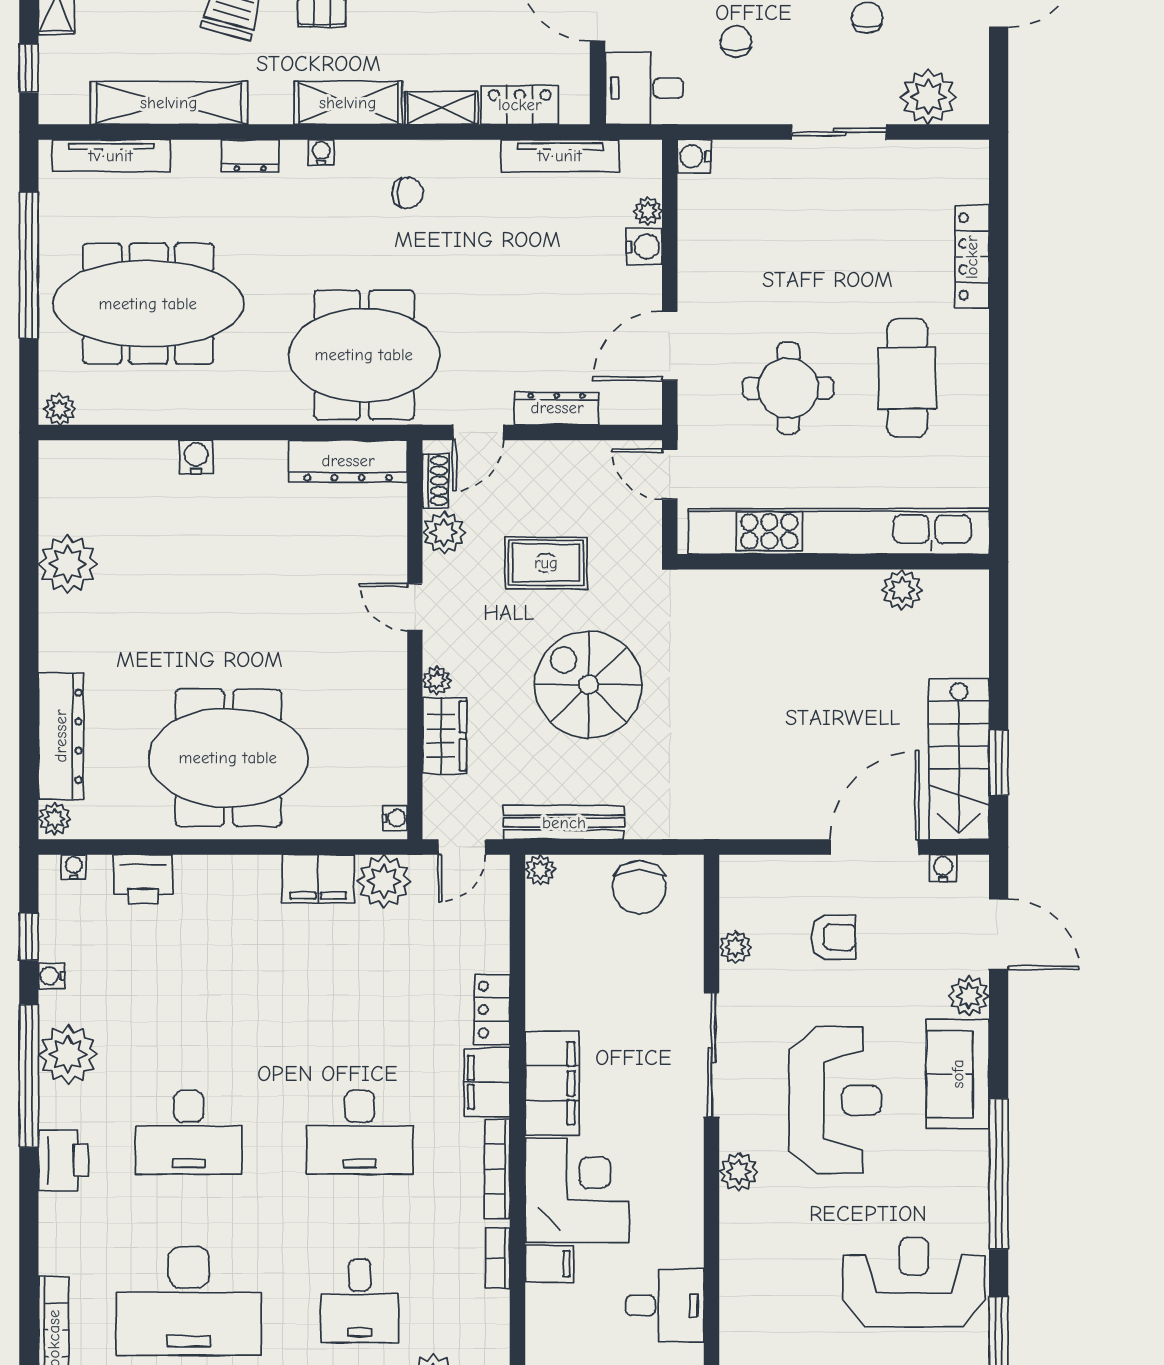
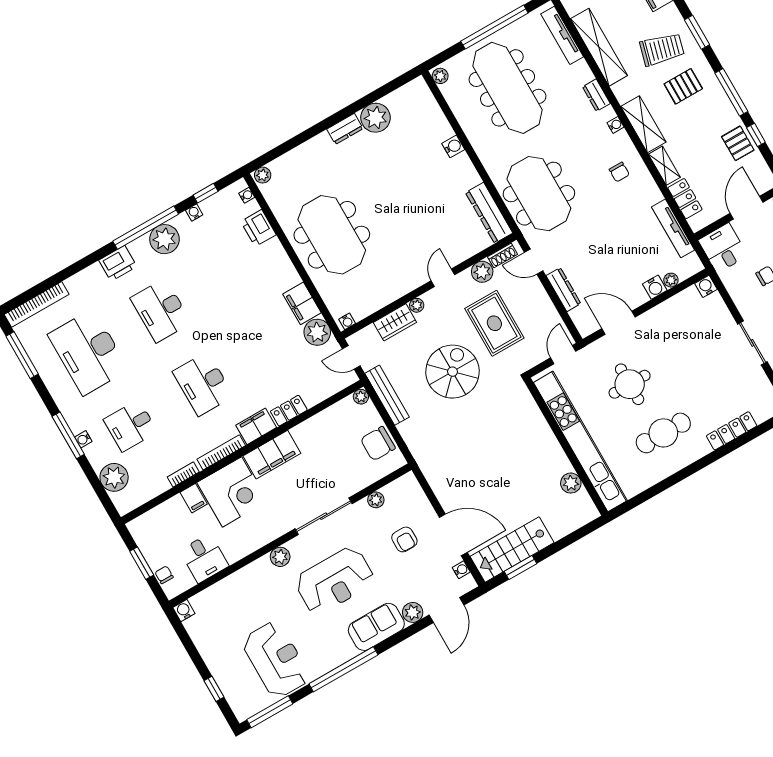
rug: (546, 563) -> (494, 323), width x1.36, depth x1.43
dresser: (61, 736) -> (345, 129), moved, width x0.51, depth x0.80

